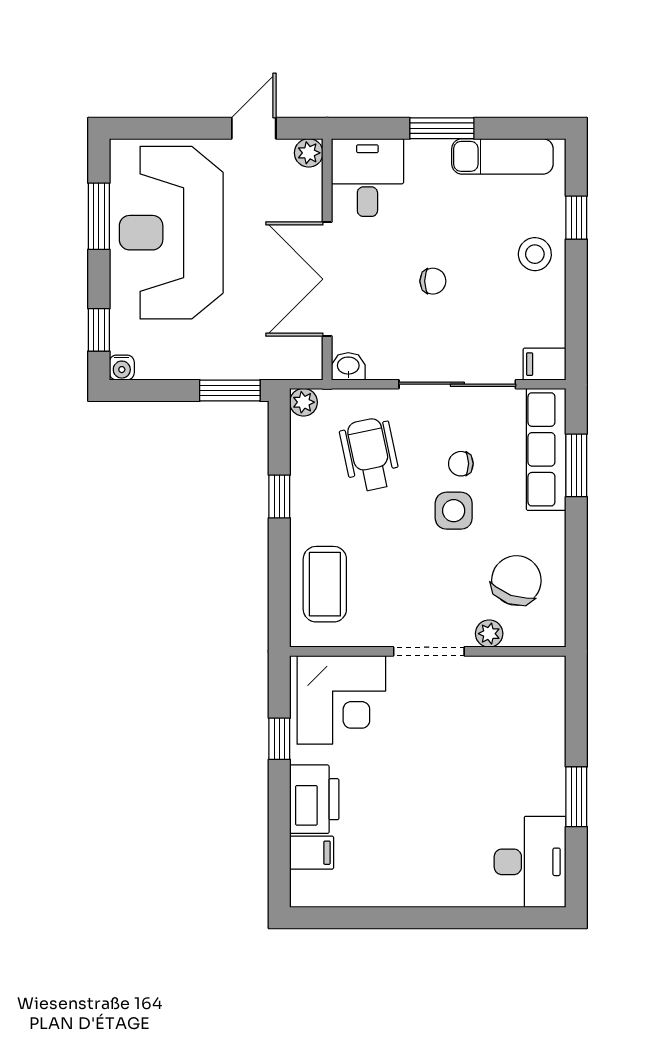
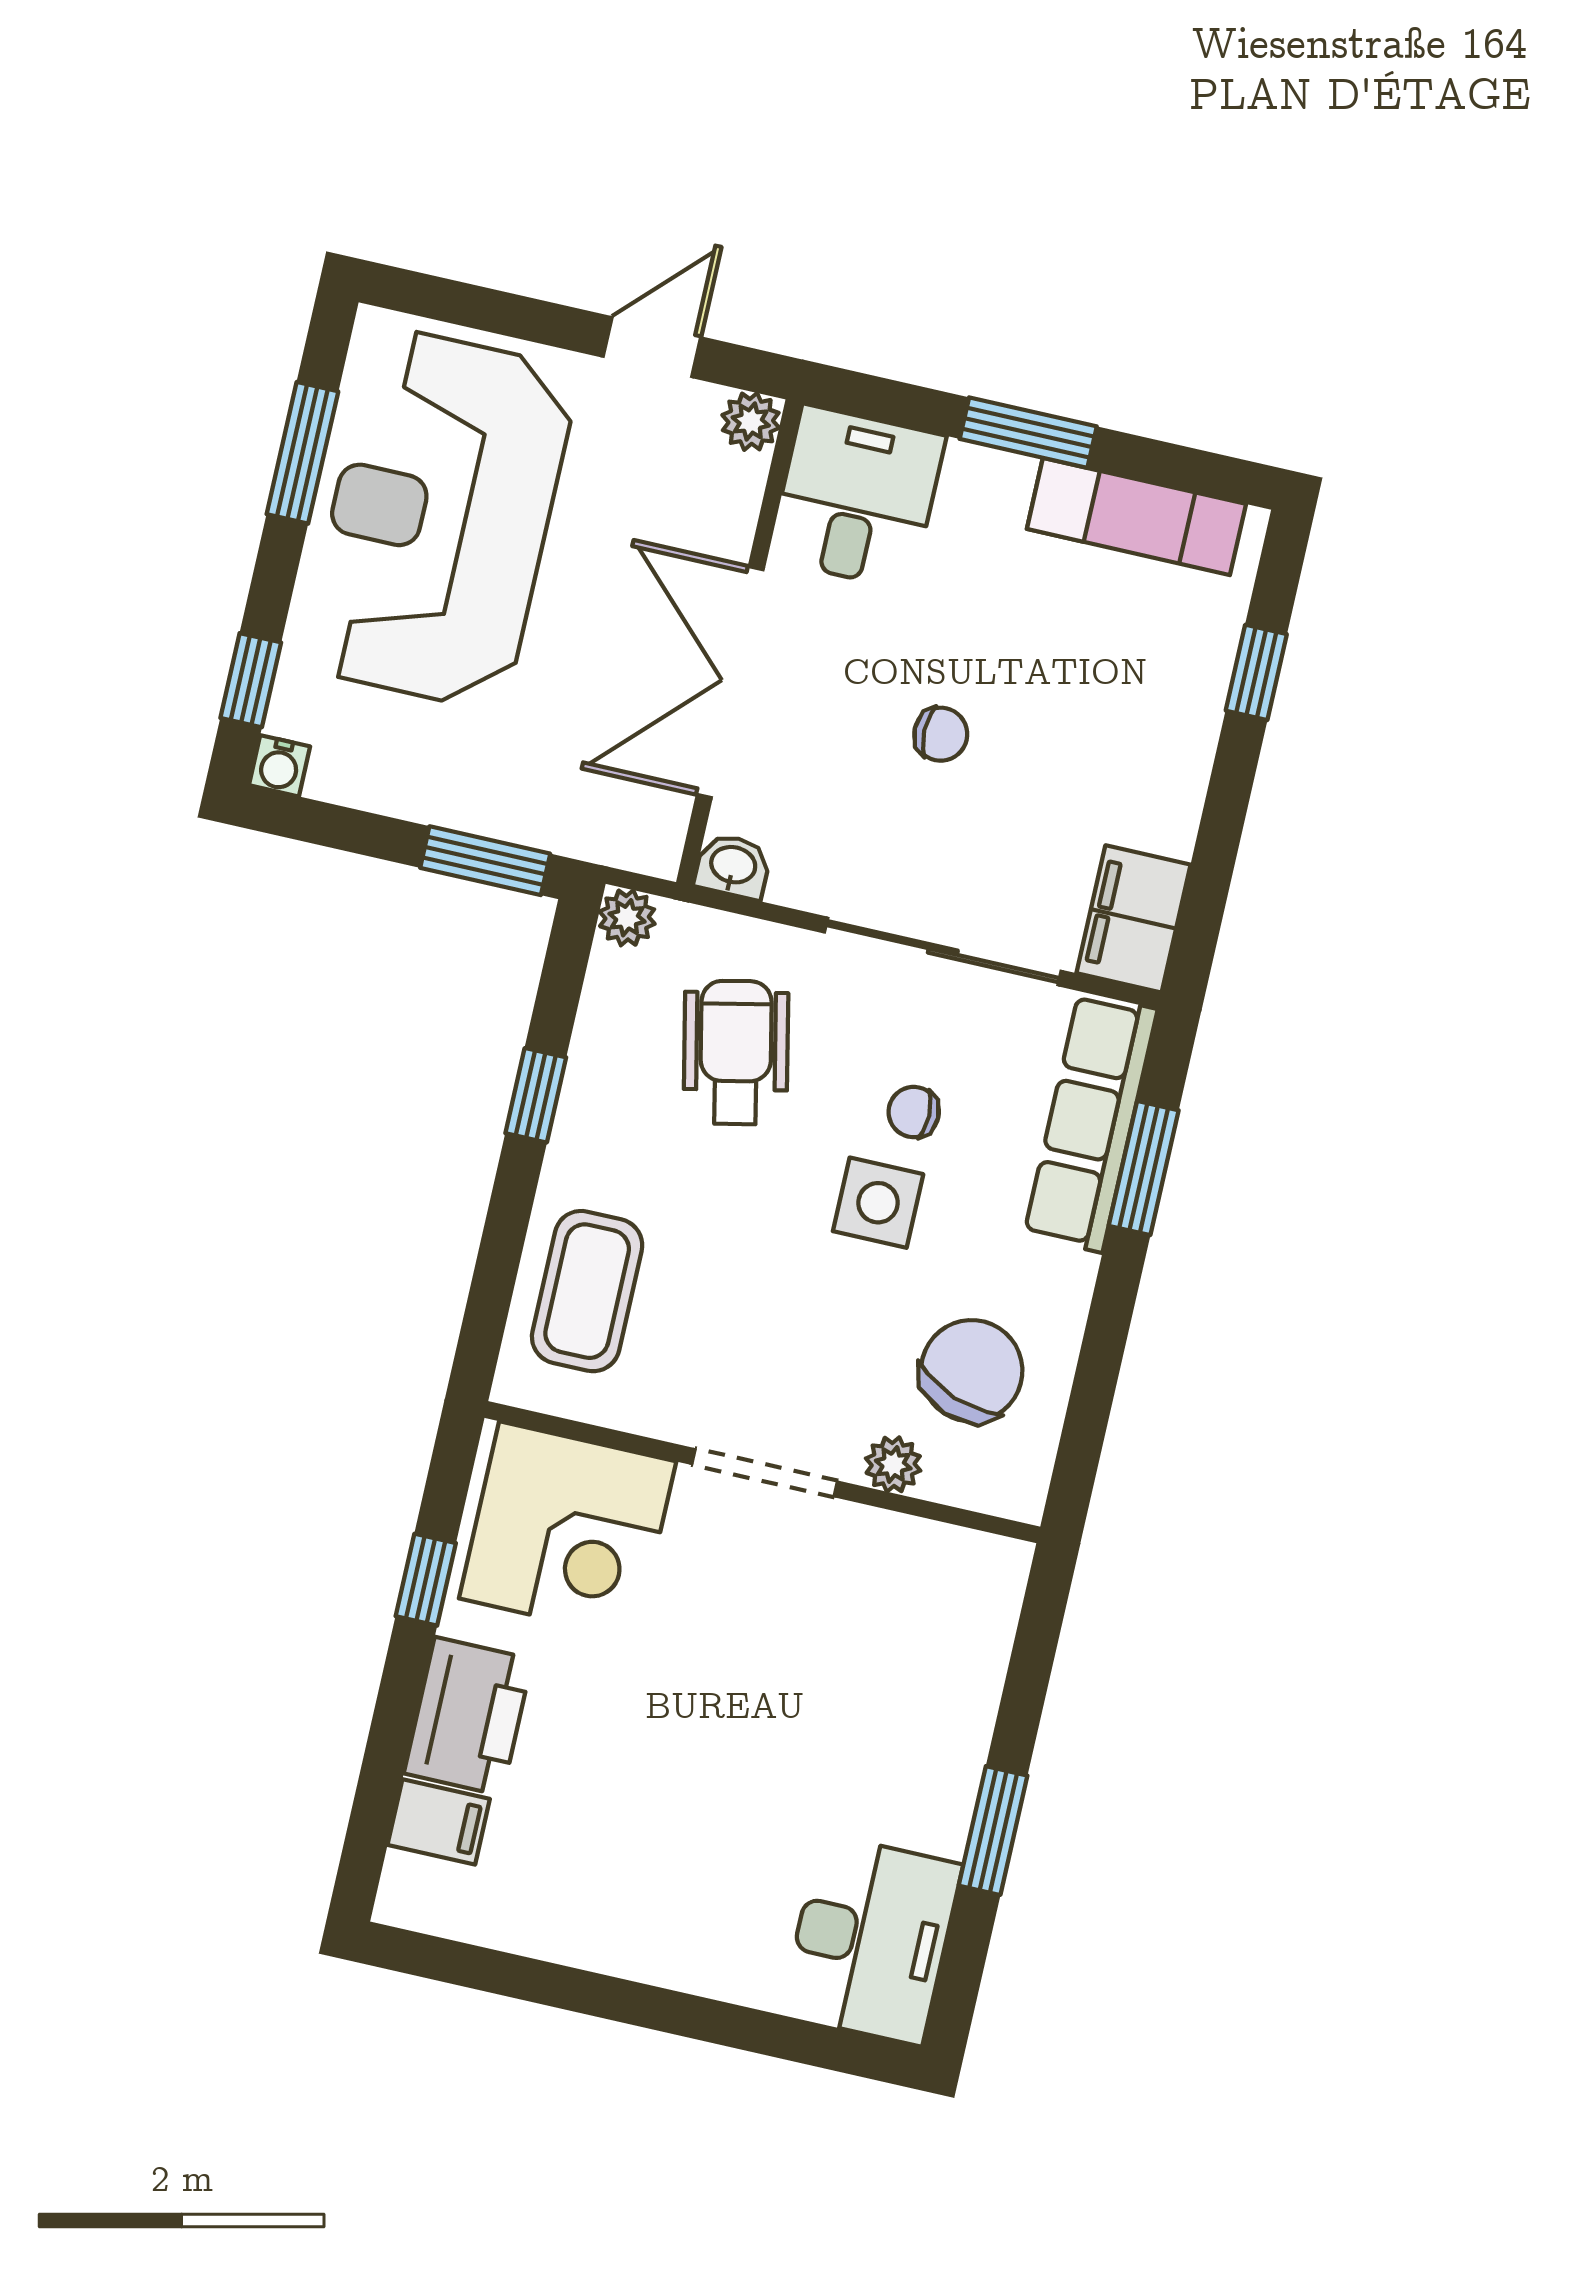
stool: (535, 254) -> (1157, 727), removed
filing cabinet: (545, 364) -> (1134, 919), width x2.00

